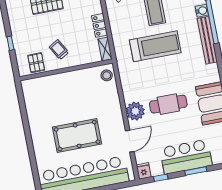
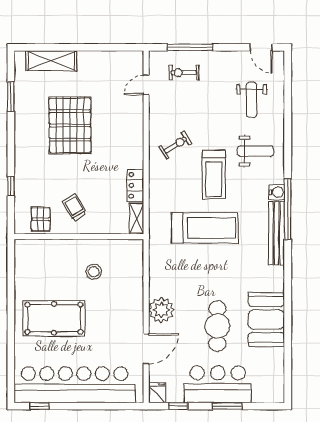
stool: (107, 75) -> (94, 272), moved
cafe table: (168, 104) -> (217, 326), moved, turned 90
pool table: (77, 136) -> (54, 318), moved

